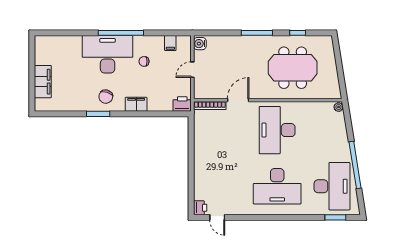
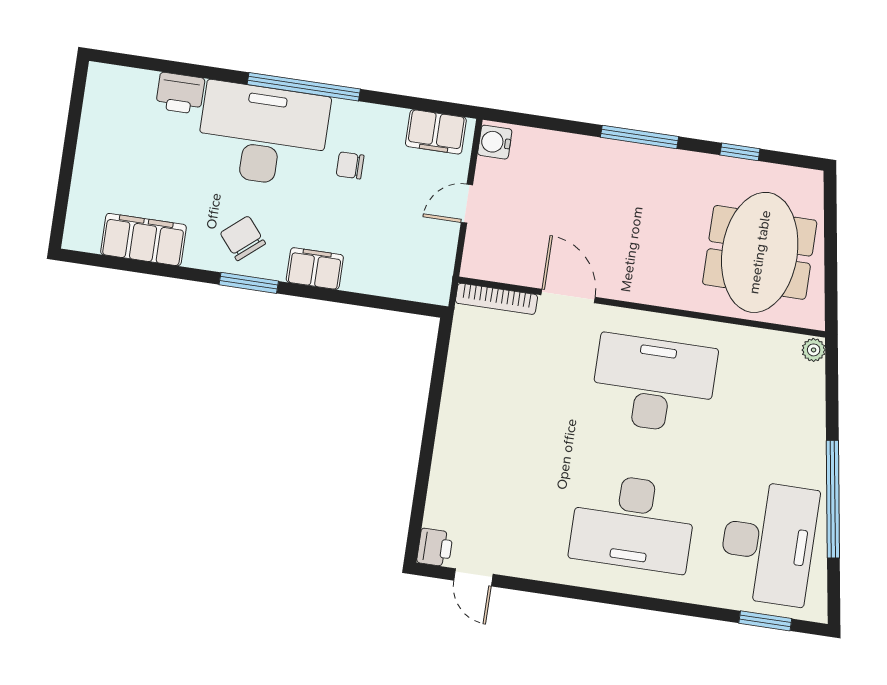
filing cabinet: (170, 43) -> (436, 132), width x2.00
meeting table: (293, 68) -> (760, 252), moved, turned 90
filing cabinet: (43, 82) -> (143, 240), moved, turned -90
chair: (106, 97) -> (243, 238), turned 123
door: (238, 100) -> (568, 296), hinge flipped
printer: (182, 104) -> (180, 93), moved, turned 180
window: (98, 114) -> (249, 283), moved
desk: (277, 130) -> (654, 384), turned 90

